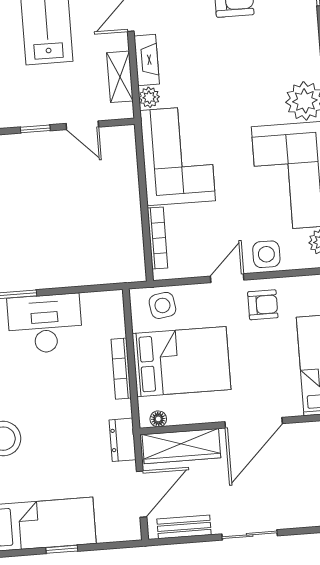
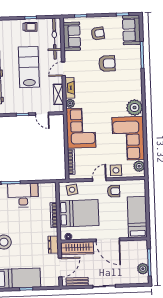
door: (254, 423) -> (108, 240), hinge flipped

